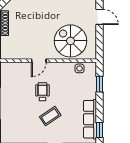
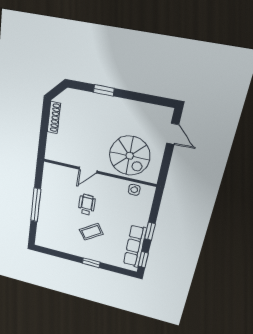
spiral stairs: (70, 41) -> (130, 156), turned 180
window: (100, 84) -> (150, 231), moved

